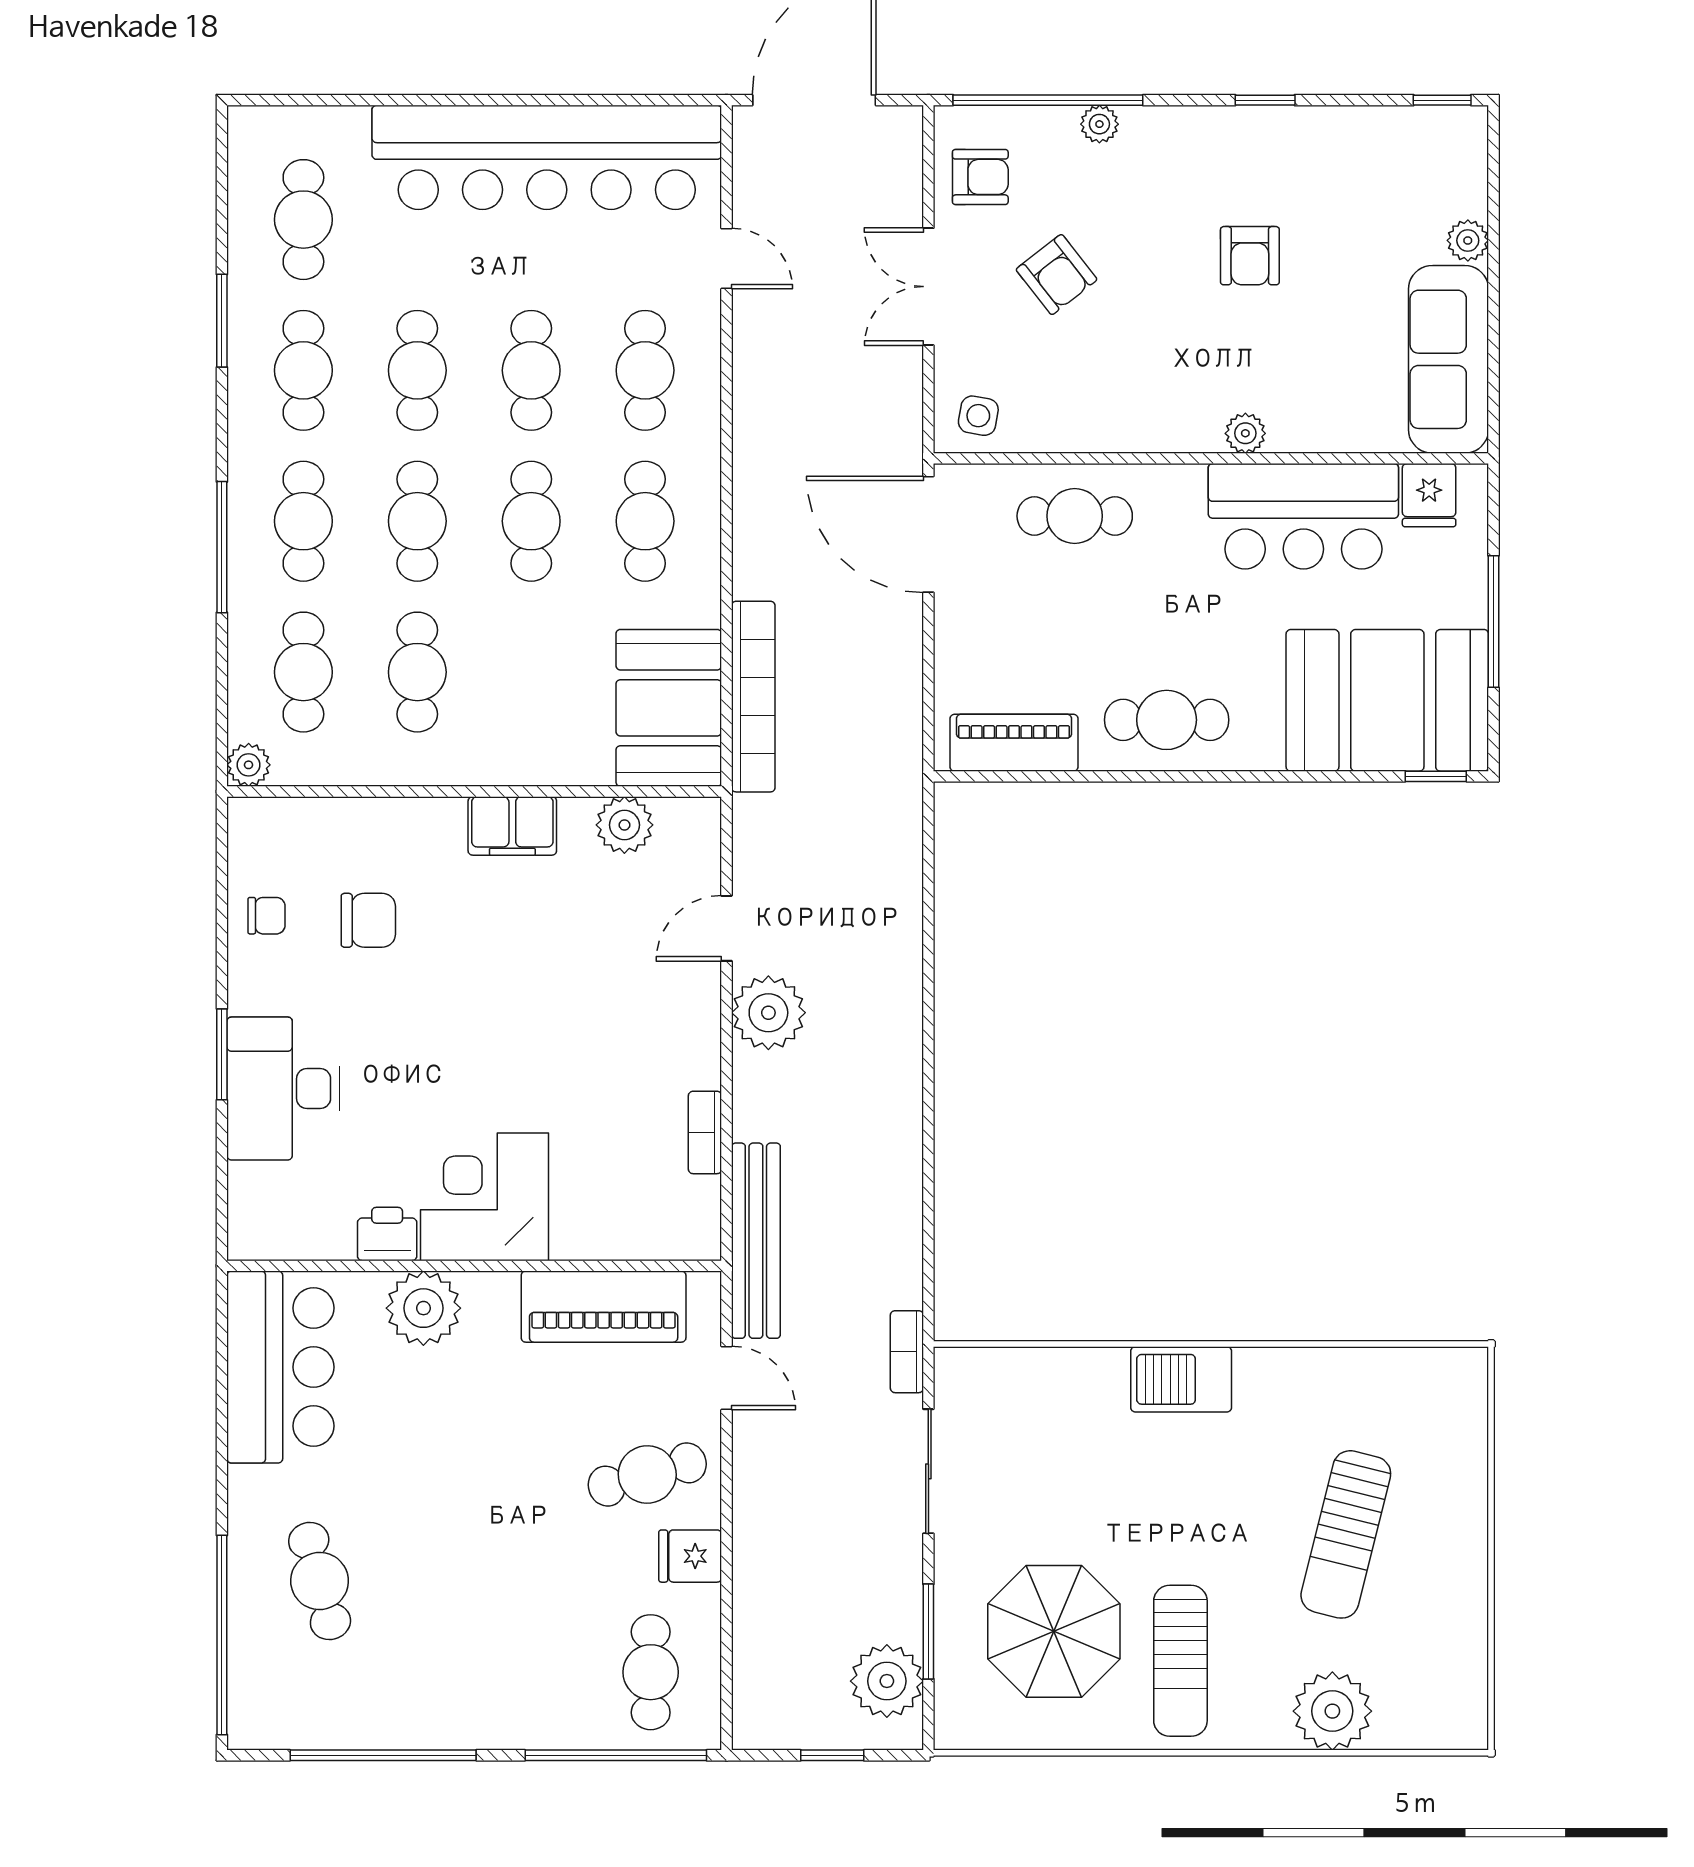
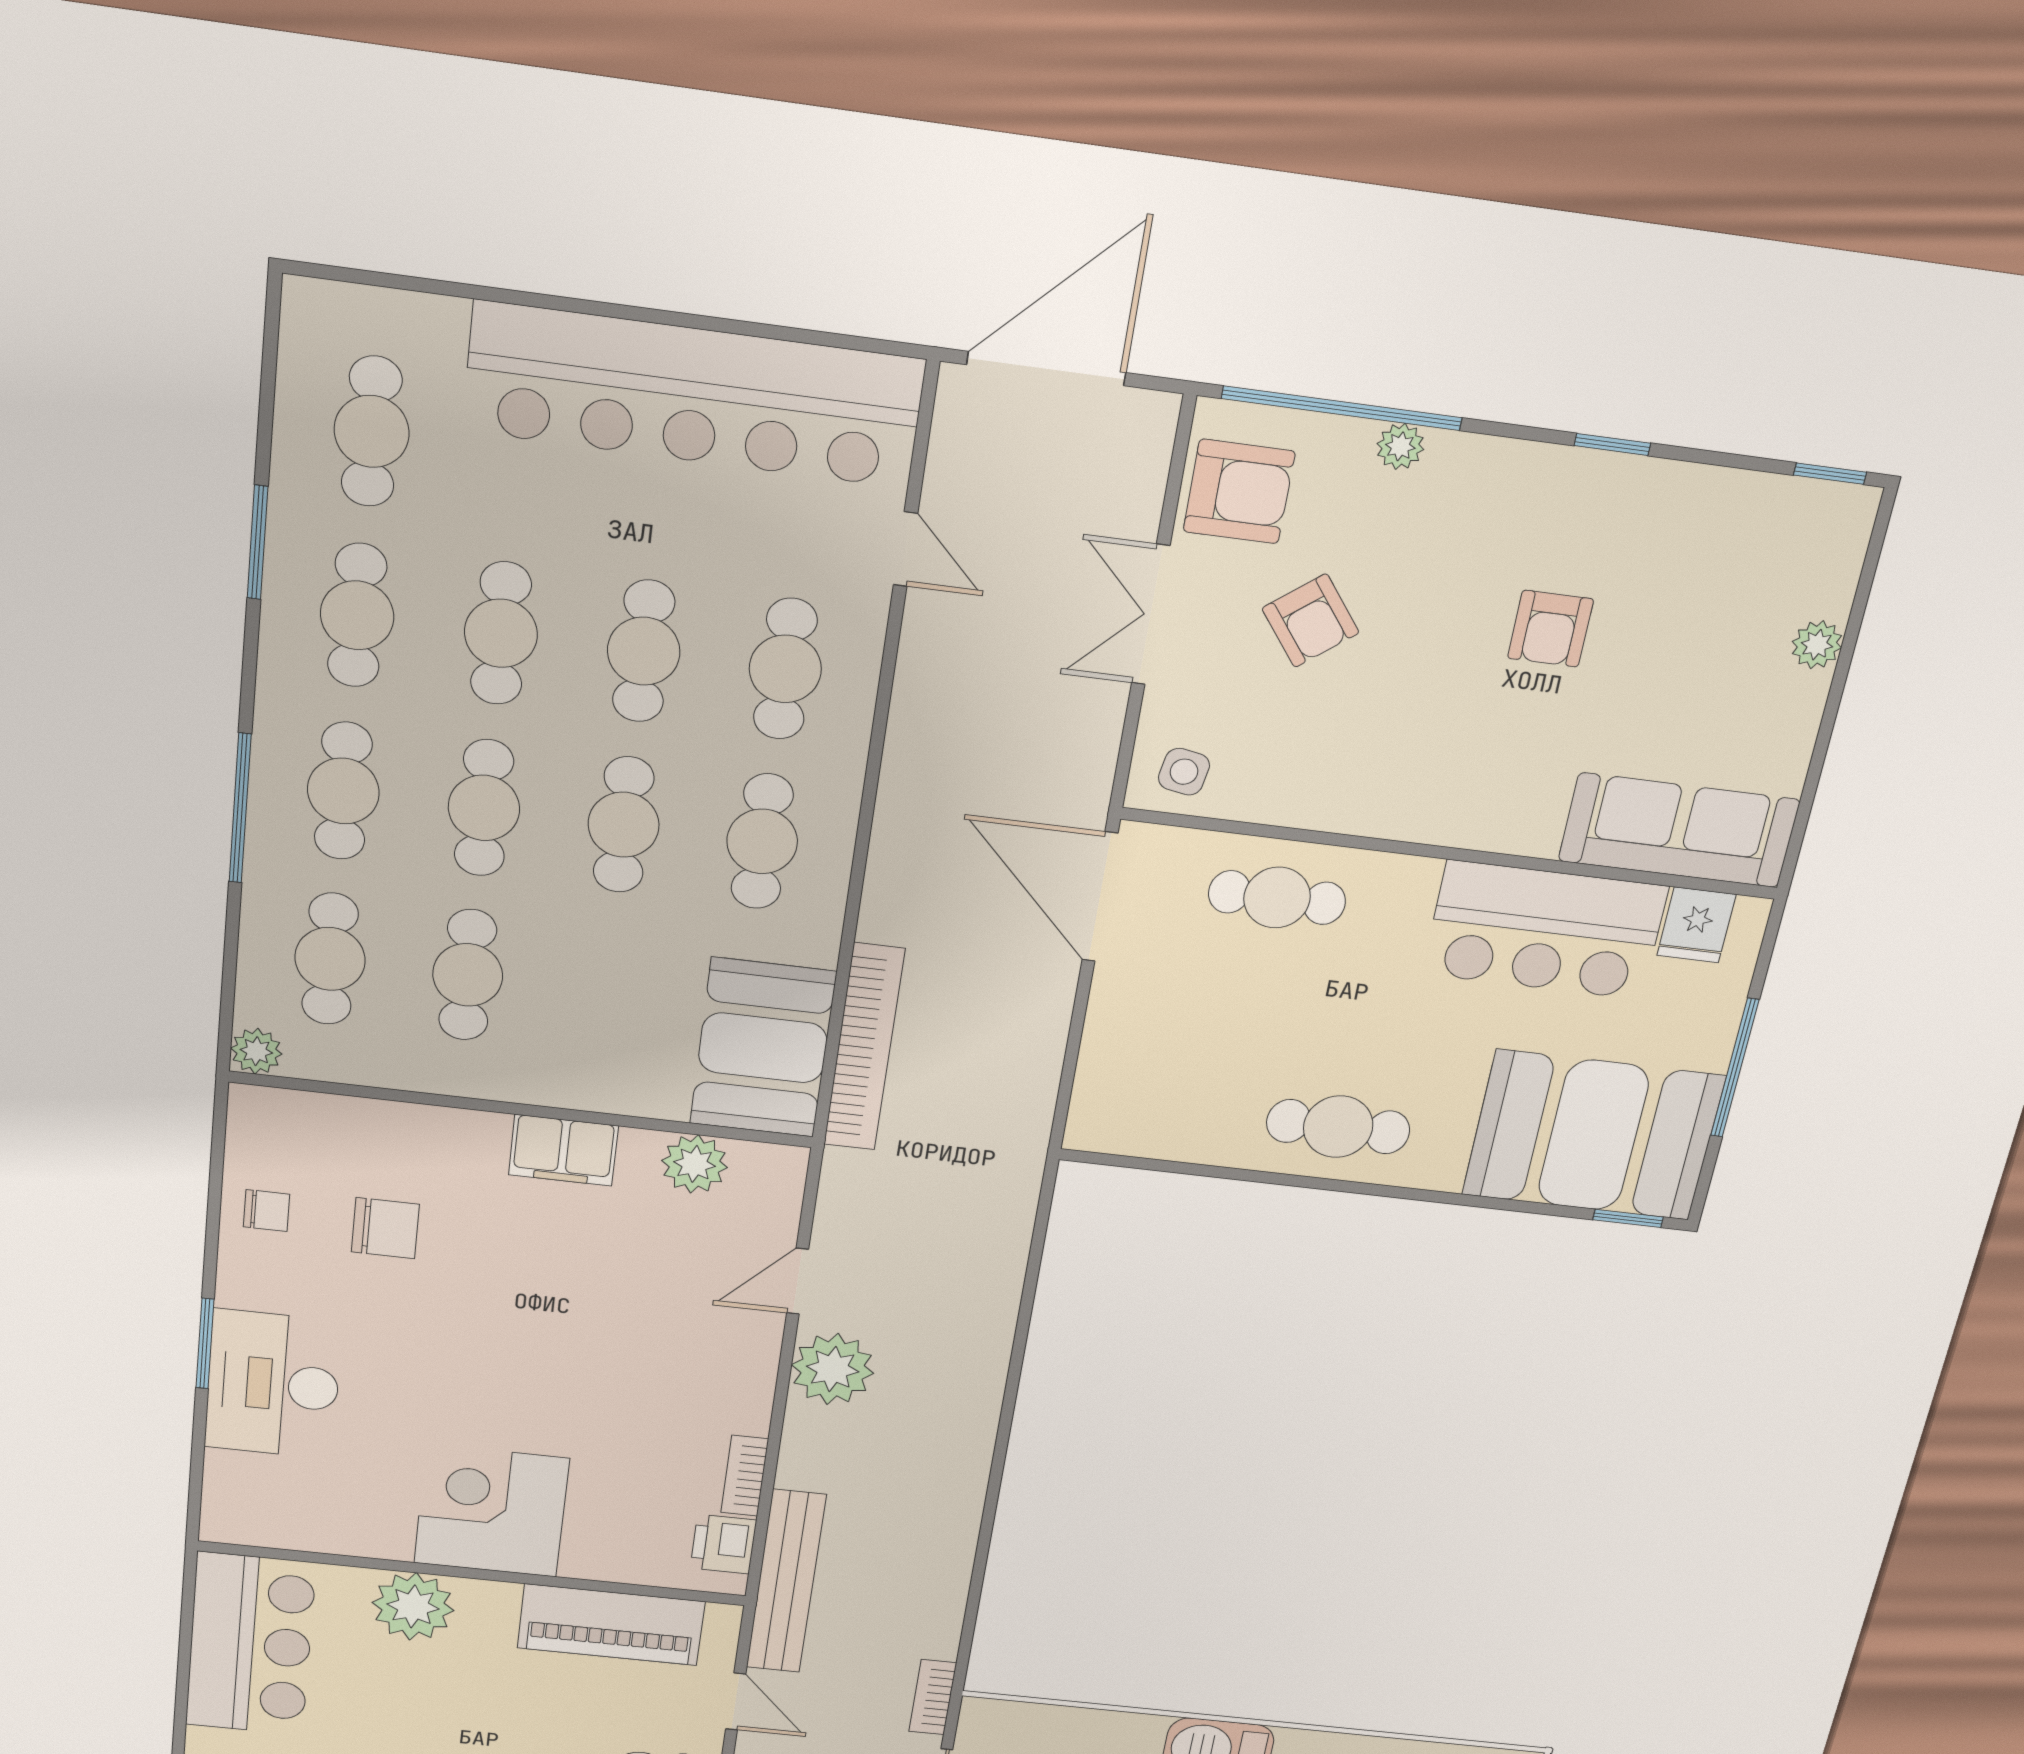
armchair: (980, 177) -> (1239, 492), width x1.38, depth x1.38
sofa: (1449, 359) -> (1679, 830), moved, turned 90
plant: (1245, 433) -> (1498, 831), removed
piano: (1014, 743) -> (1159, 1130), removed
printer: (387, 1234) -> (723, 1544), moved, turned -90

